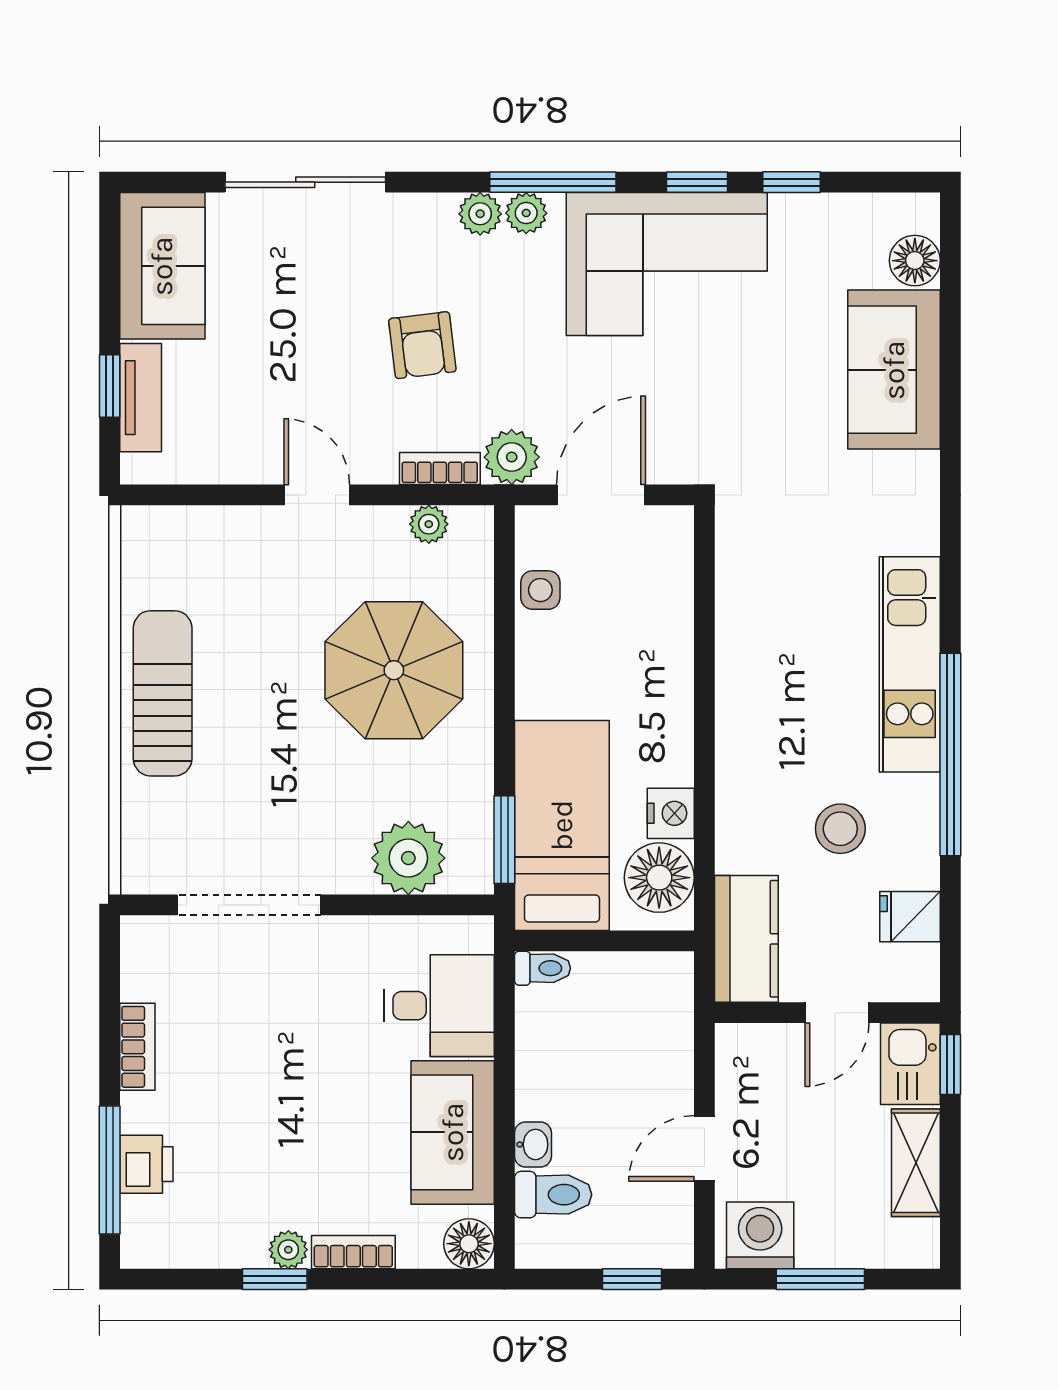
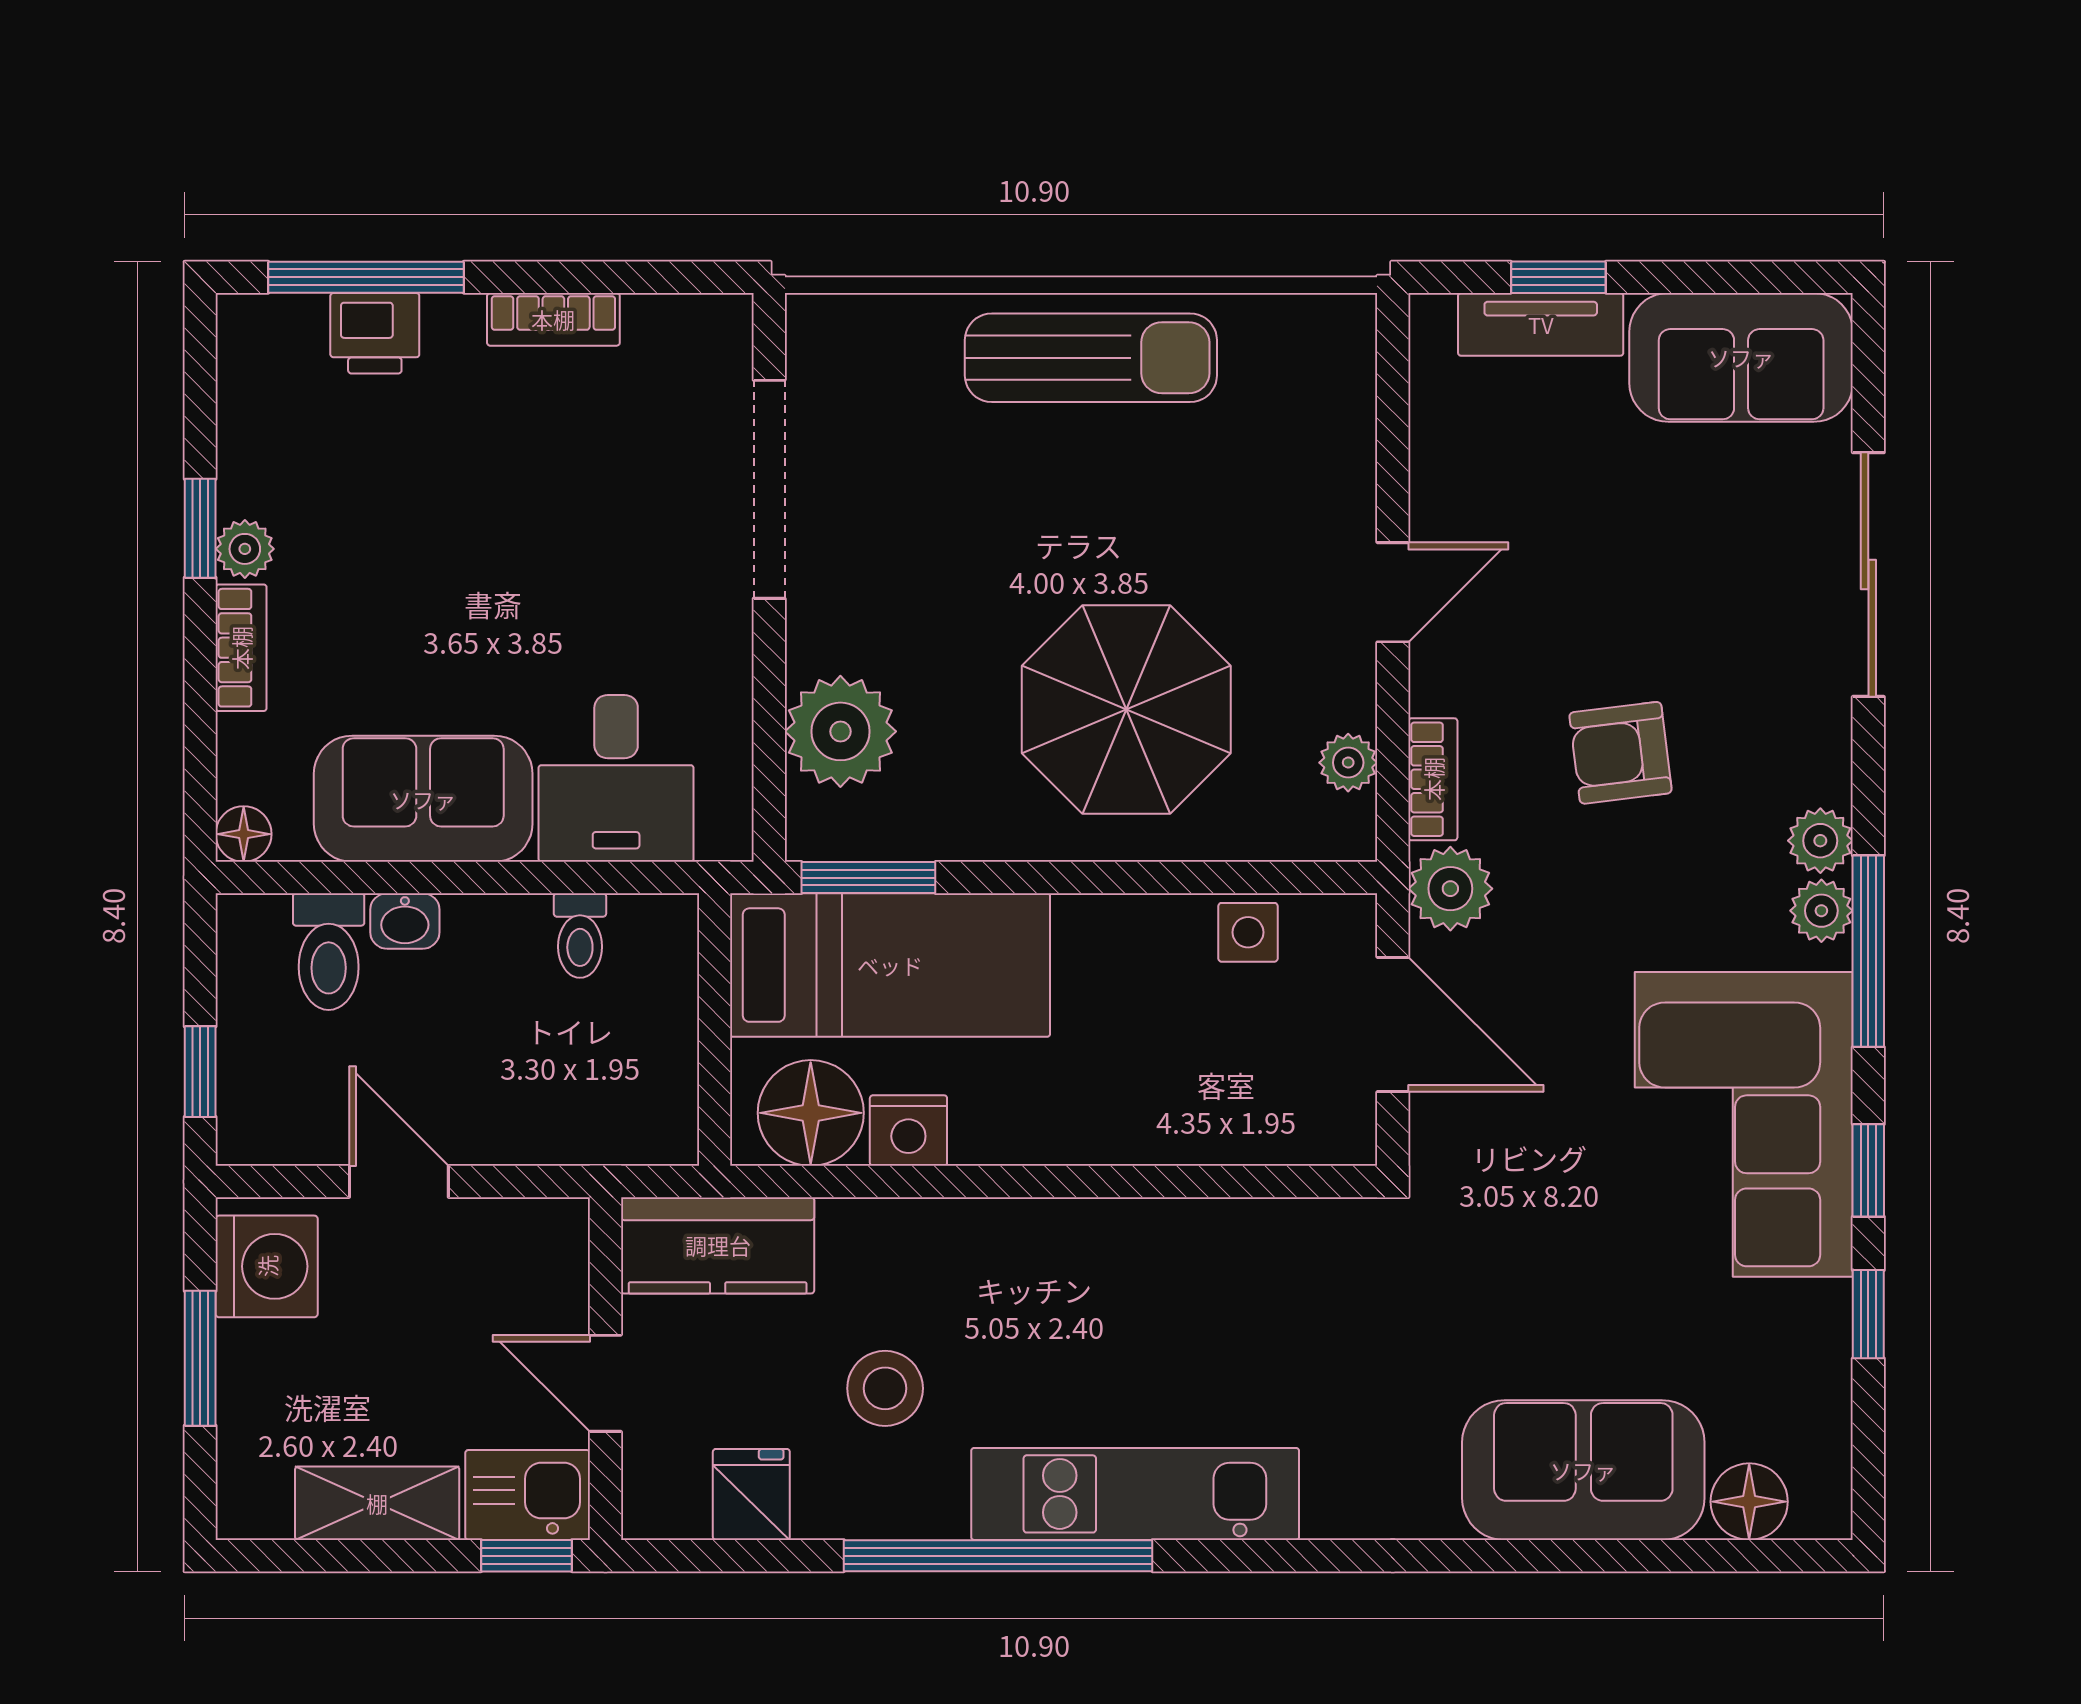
toilet: (543, 968) -> (580, 936), moved
floor lamp: (469, 1244) -> (244, 834), width x0.73, depth x0.73

